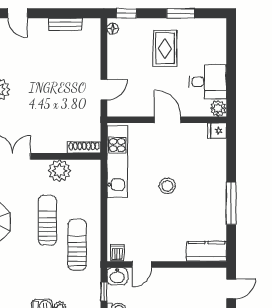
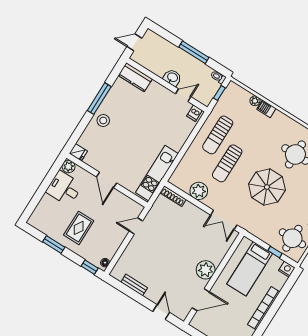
stool: (167, 186) -> (103, 120), moved
washbasin: (117, 276) -> (172, 78), moved

